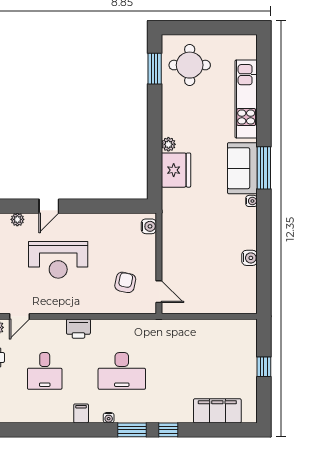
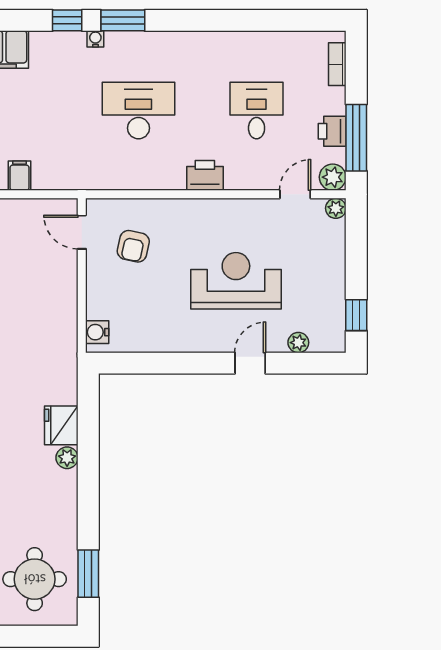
fridge: (176, 170) -> (61, 425), width x0.73, depth x0.75
filing cabinet: (81, 413) -> (19, 176), moved, turned 180
water cooler: (109, 418) -> (95, 39), moved

